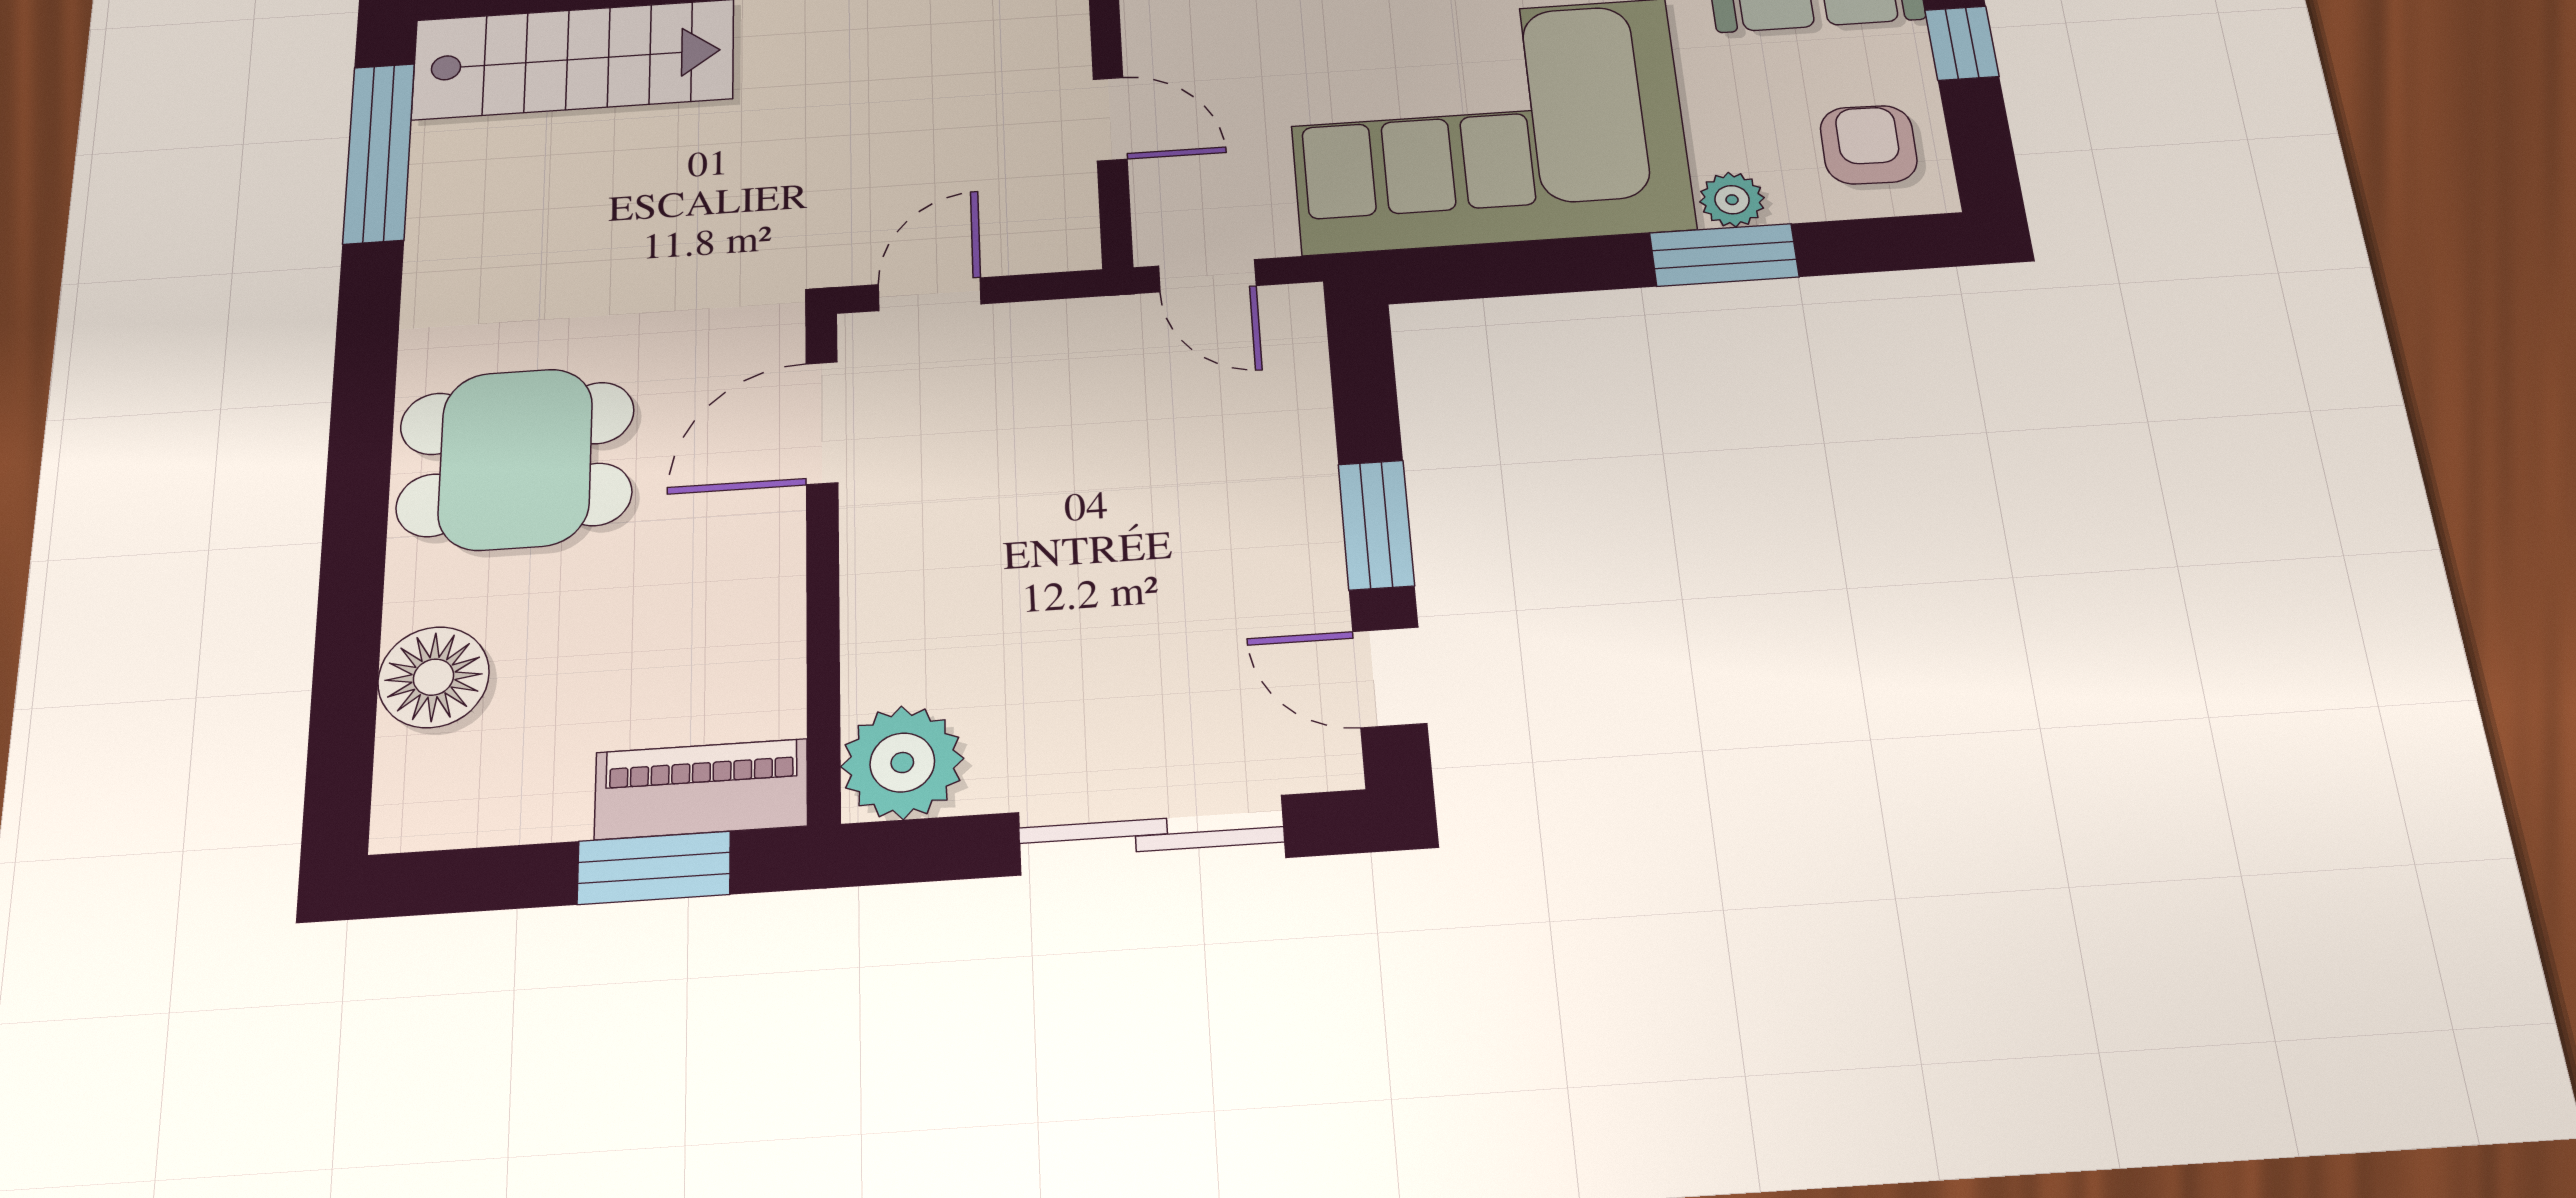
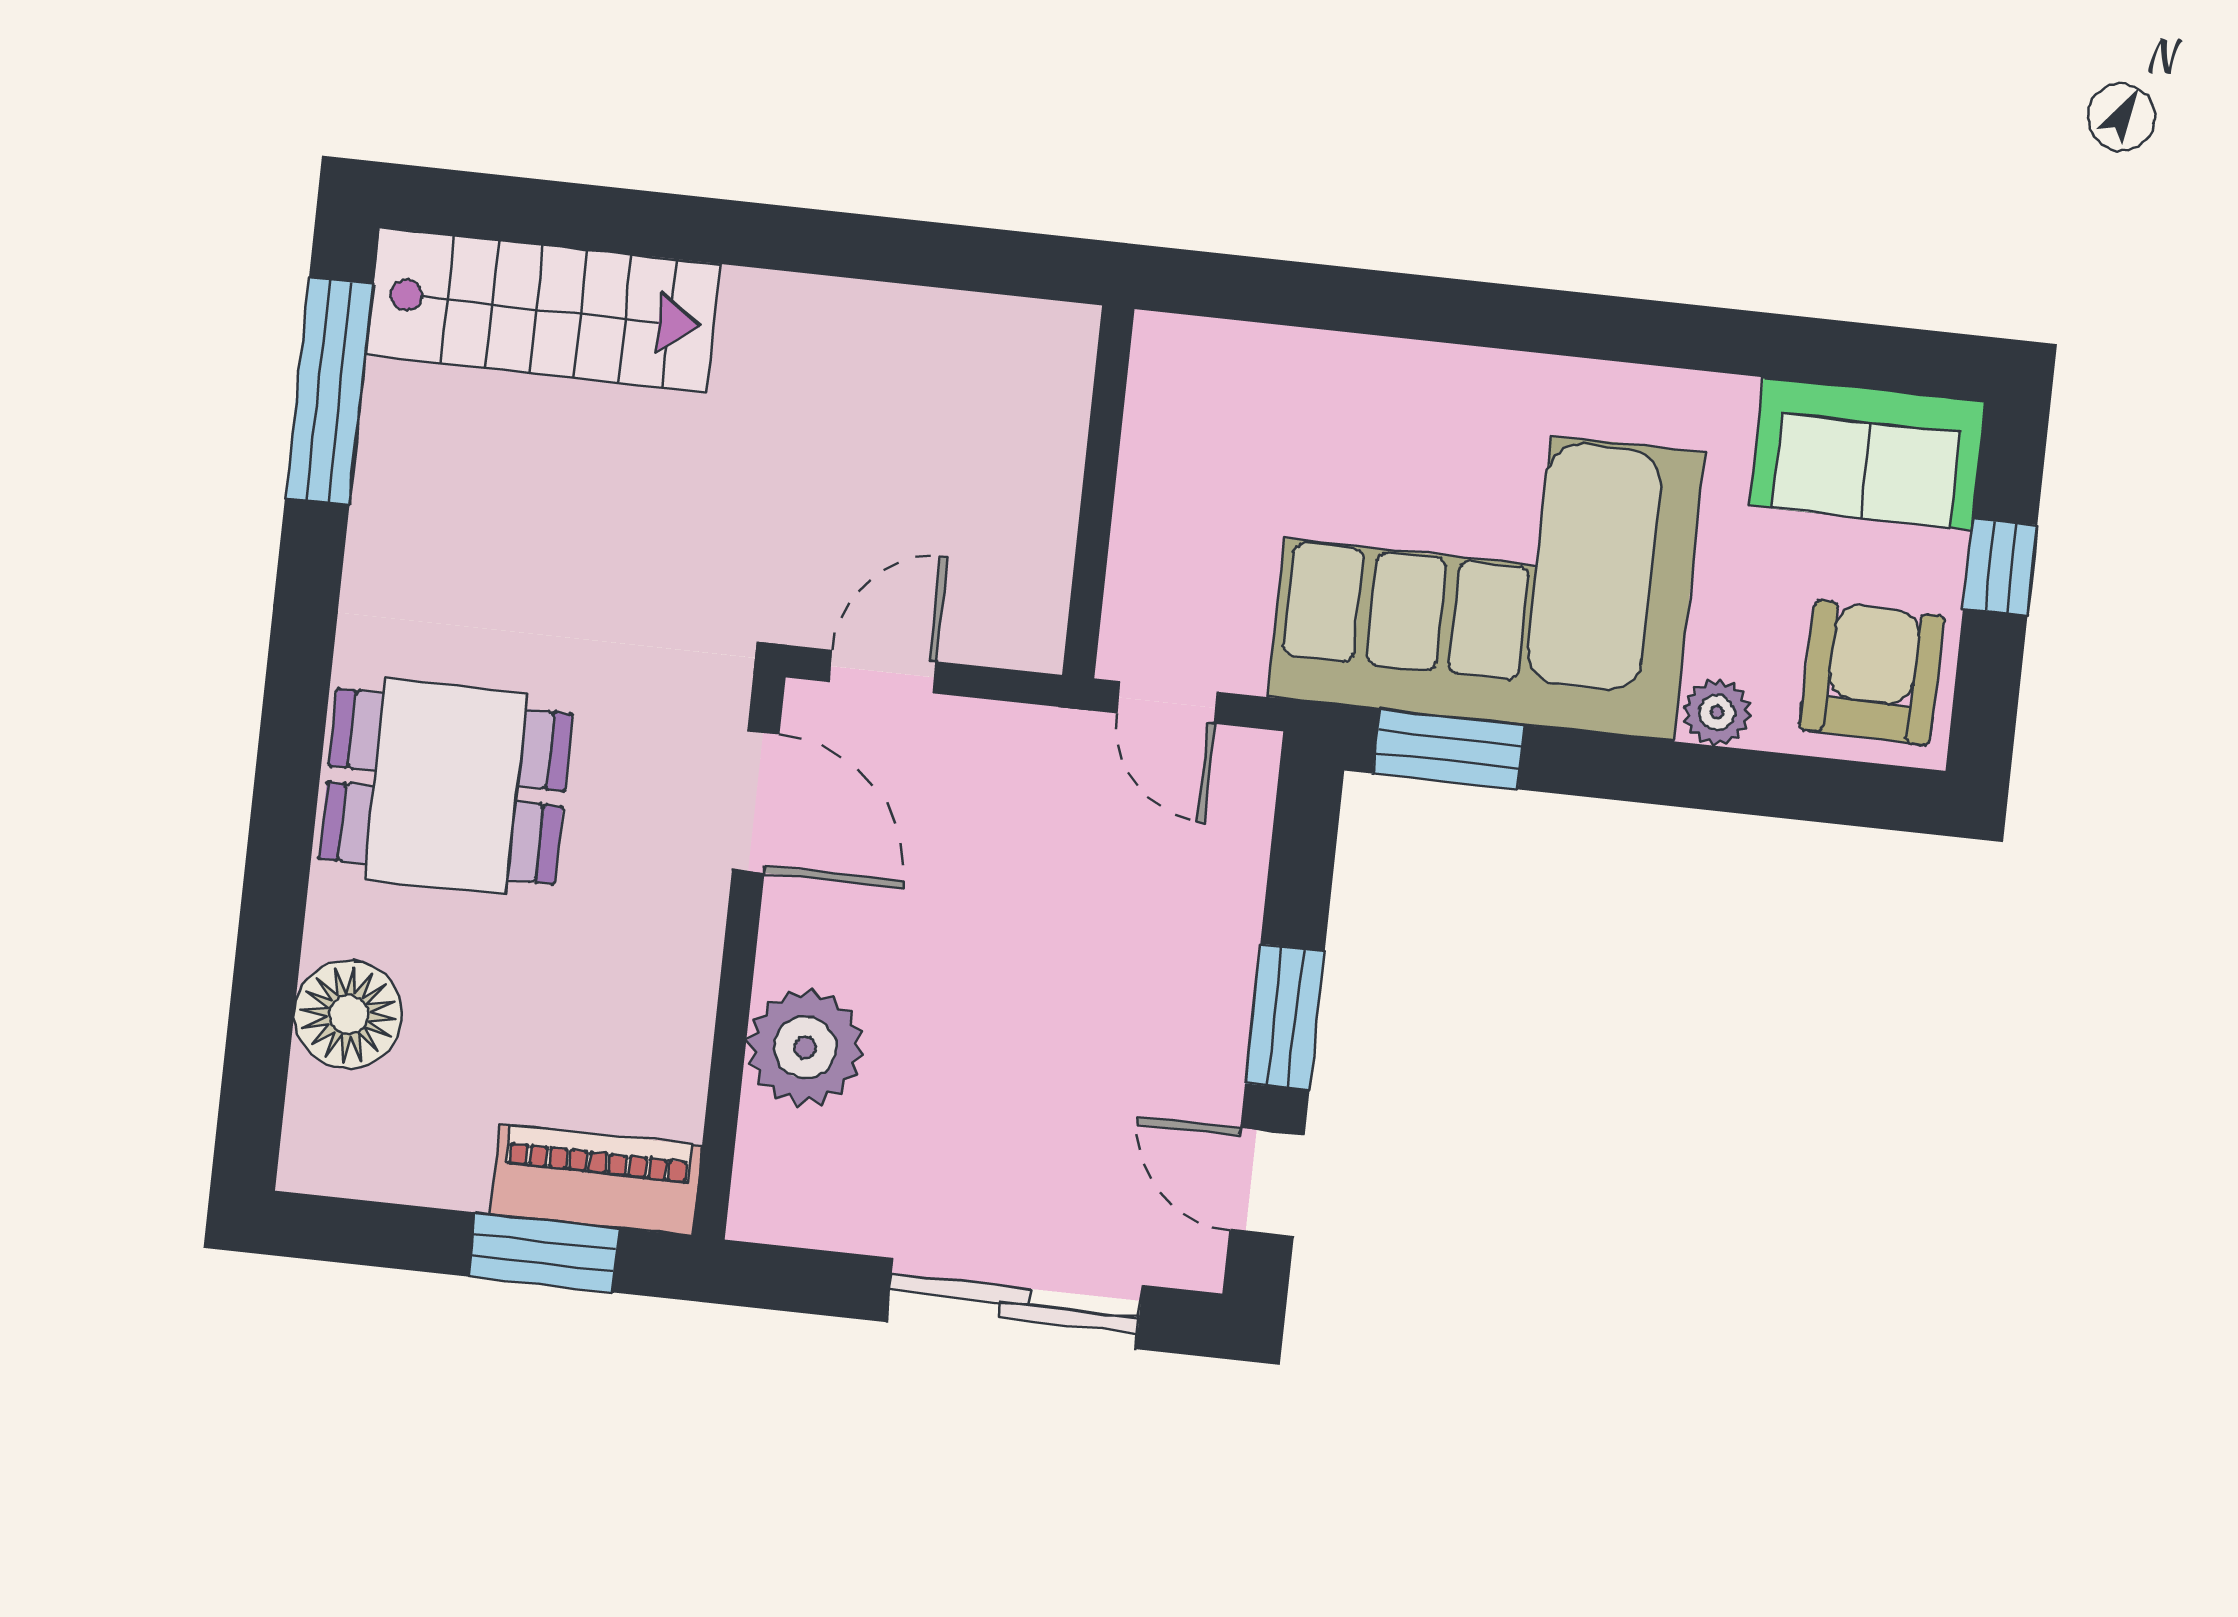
door: (1110, 119) -> (1098, 493), removed
armchair: (1869, 145) -> (1872, 673), width x1.38, depth x1.38
window: (1724, 255) -> (1449, 749), moved
door: (822, 423) -> (756, 802), swing flipped
plant: (902, 763) -> (805, 1047), moved

